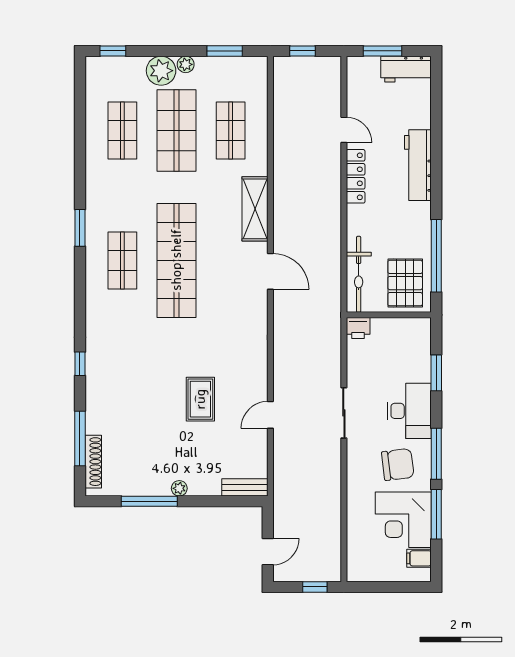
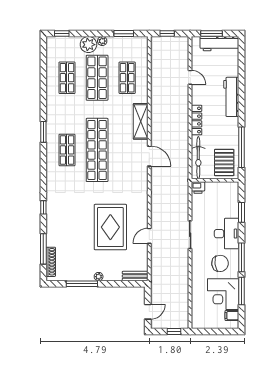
workbench: (406, 69) -> (219, 44), width x1.38
locker: (356, 176) -> (197, 120), moved
rug: (200, 399) -> (110, 227), width x1.86, depth x2.06

